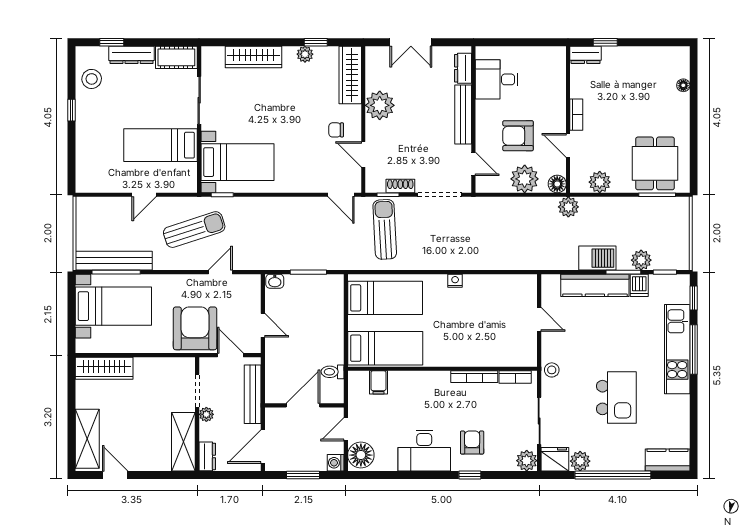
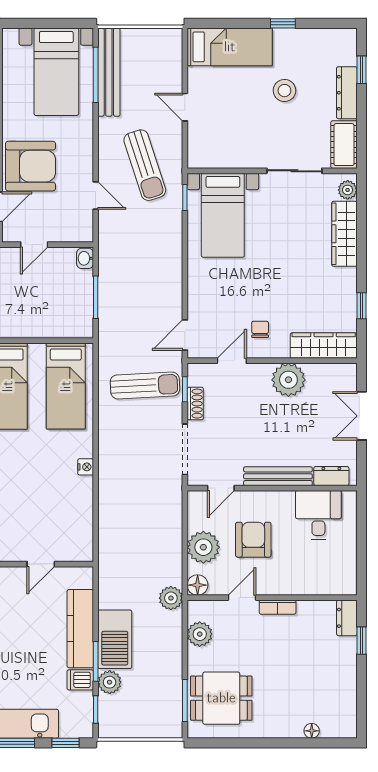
plant: (305, 54) -> (348, 190), moved
stool: (92, 79) -> (284, 91), moved
bed: (160, 145) -> (230, 47), moved, turned 90
barbecue: (597, 258) -> (115, 639), width x1.37, depth x1.21

